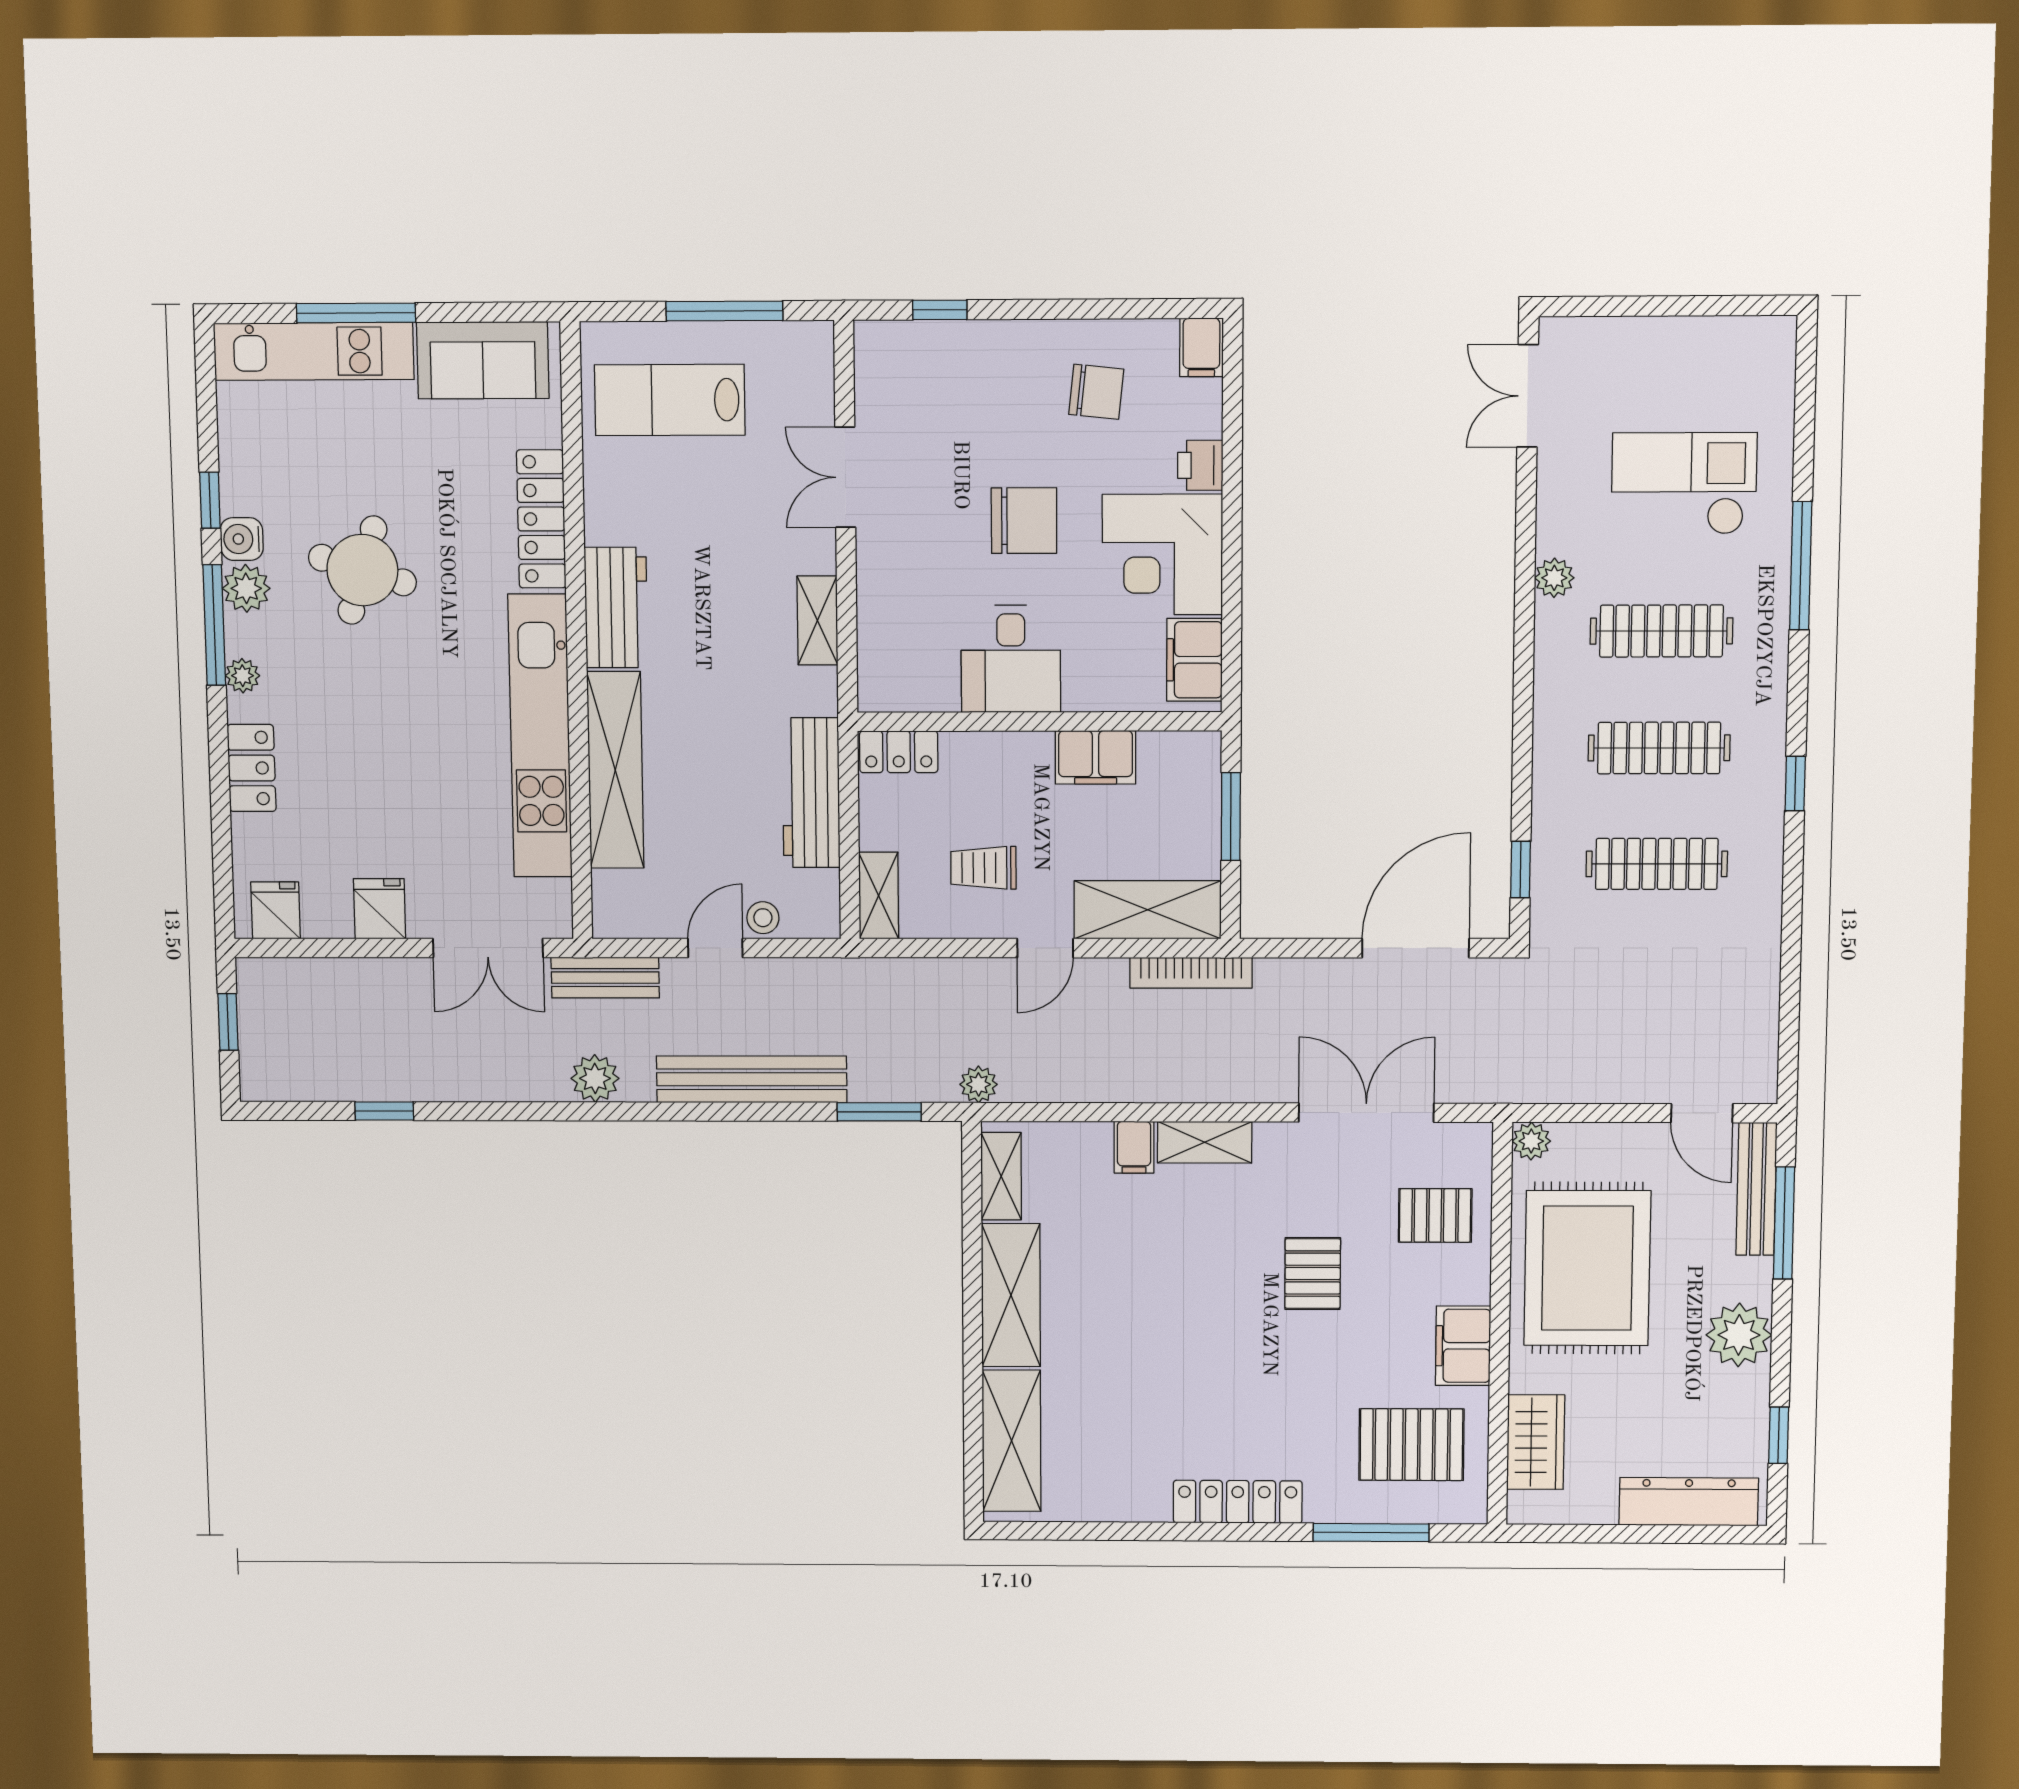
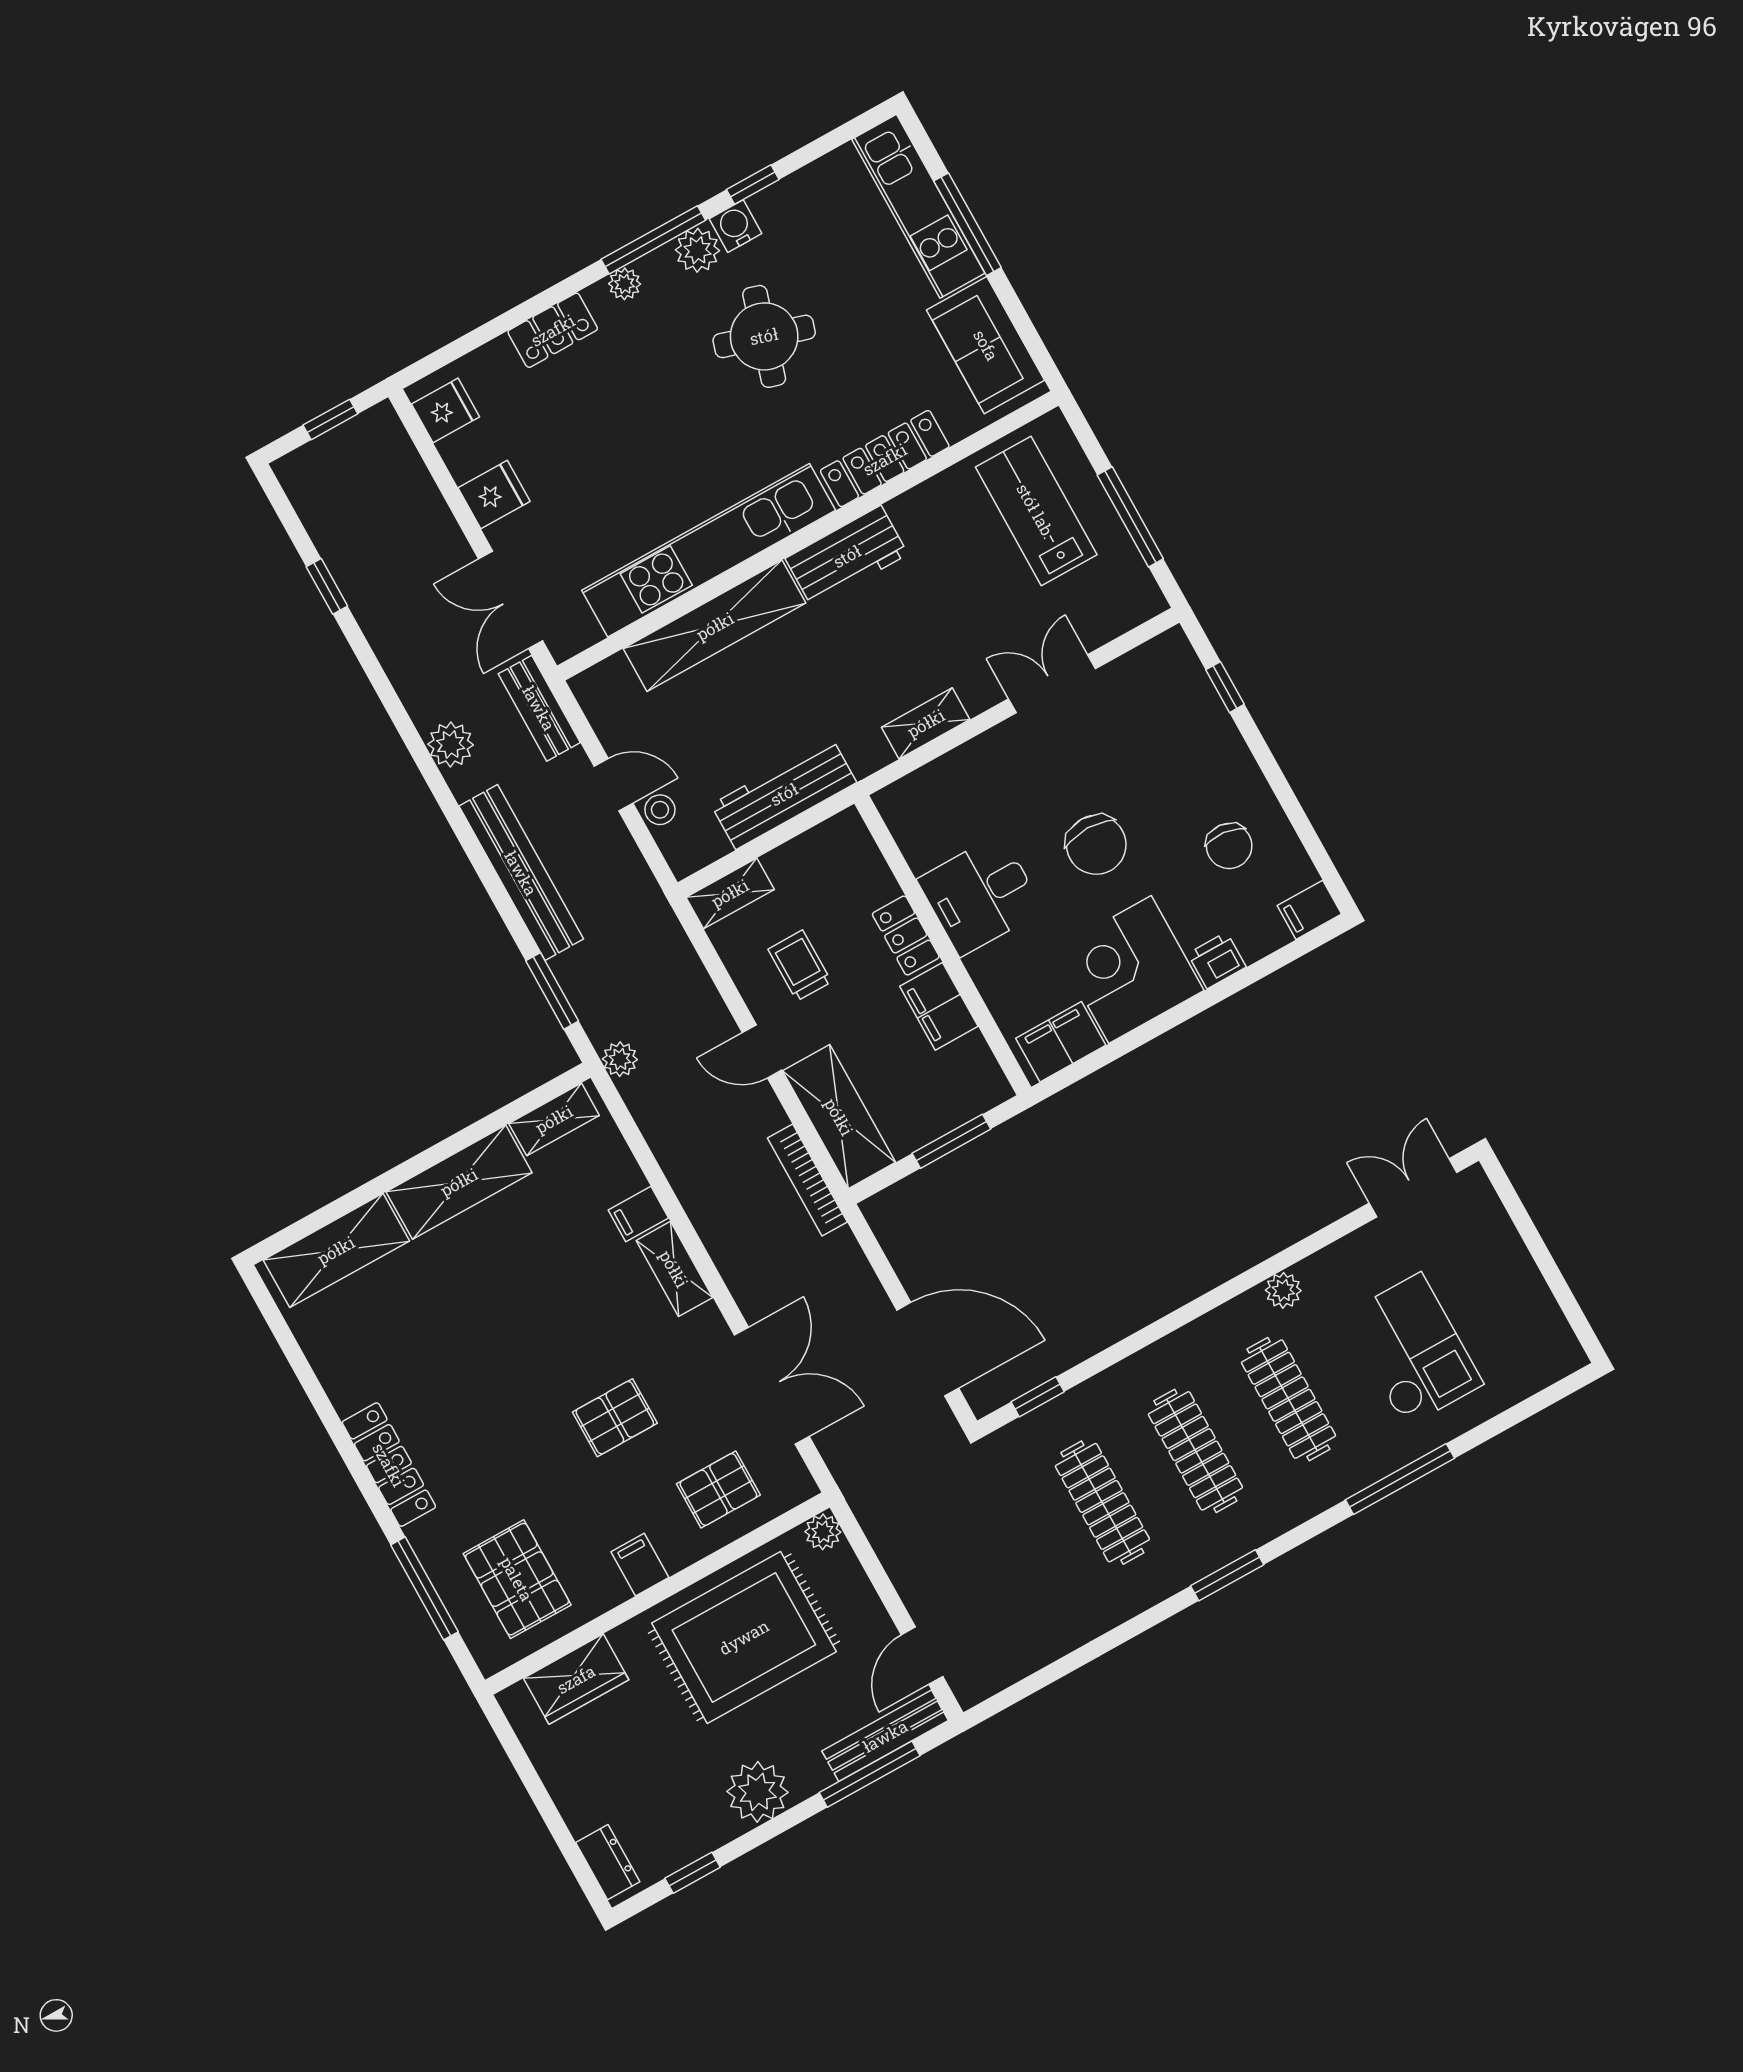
locker: (899, 752) -> (906, 936), moved
window: (1795, 784) -> (1227, 1575), width x1.50
pallet: (1435, 1215) -> (718, 1489), turned 90
filing cabinet: (1463, 1346) -> (640, 1565), width x0.50
dresser: (1689, 1502) -> (608, 1862), width x0.51, depth x0.80

